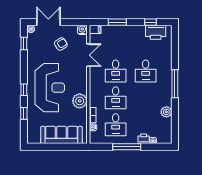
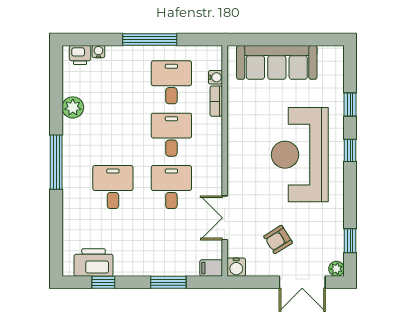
plant: (80, 101) -> (241, 129), removed
printer: (144, 139) -> (80, 55), moved

